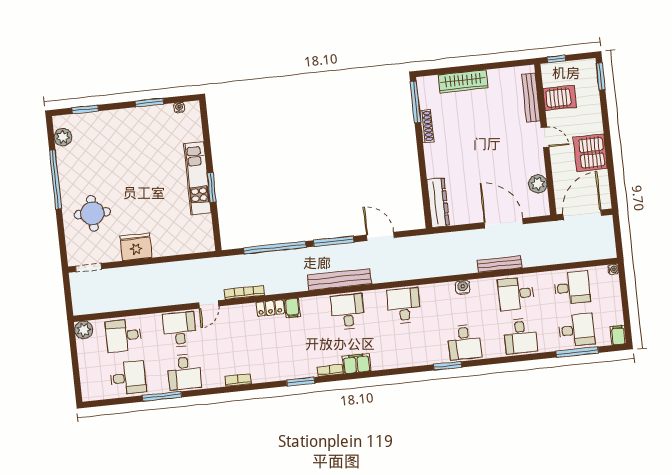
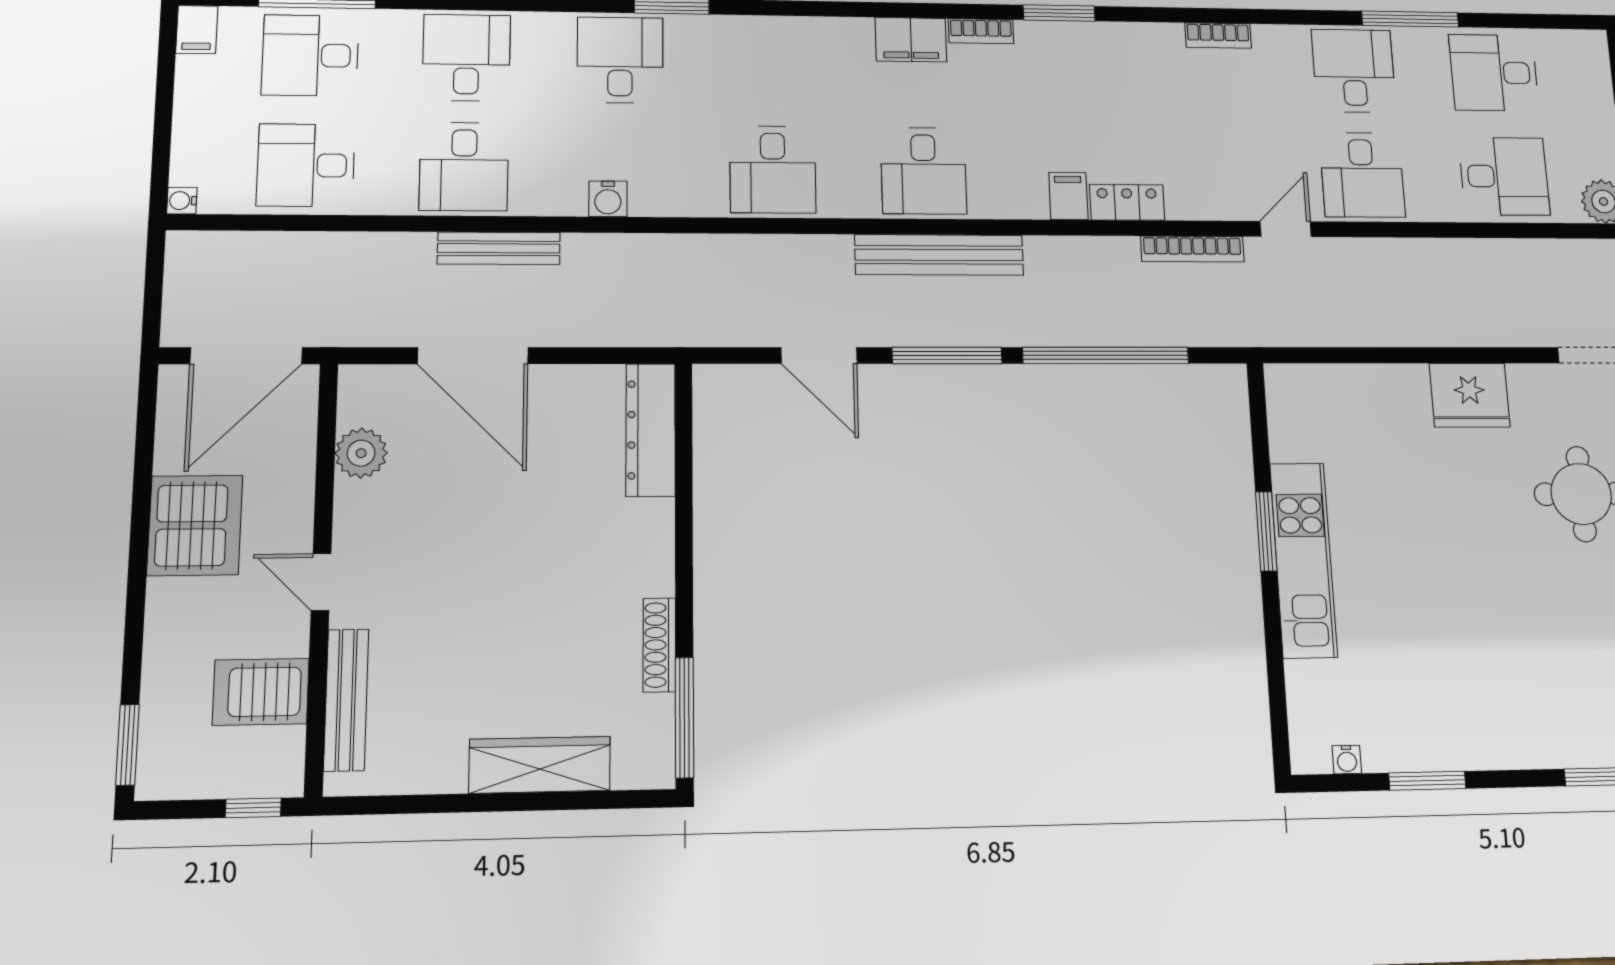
desk: (516, 294) -> (464, 167), turned 90

